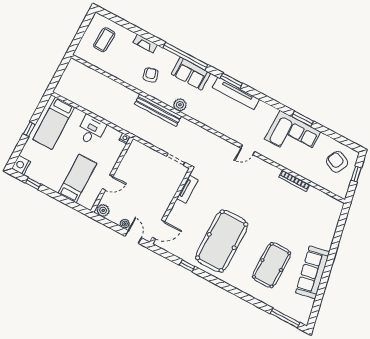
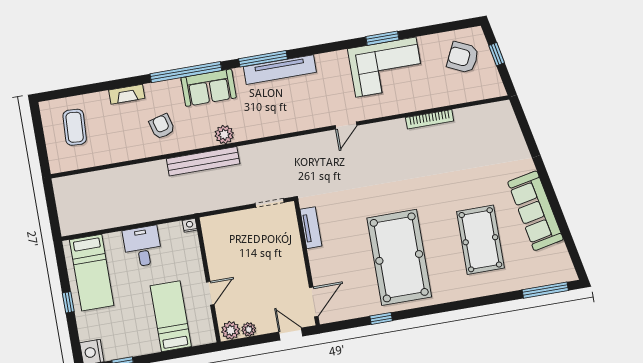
window: (231, 81) -> (263, 59), width x1.44
plant: (125, 224) -> (249, 329), moved

